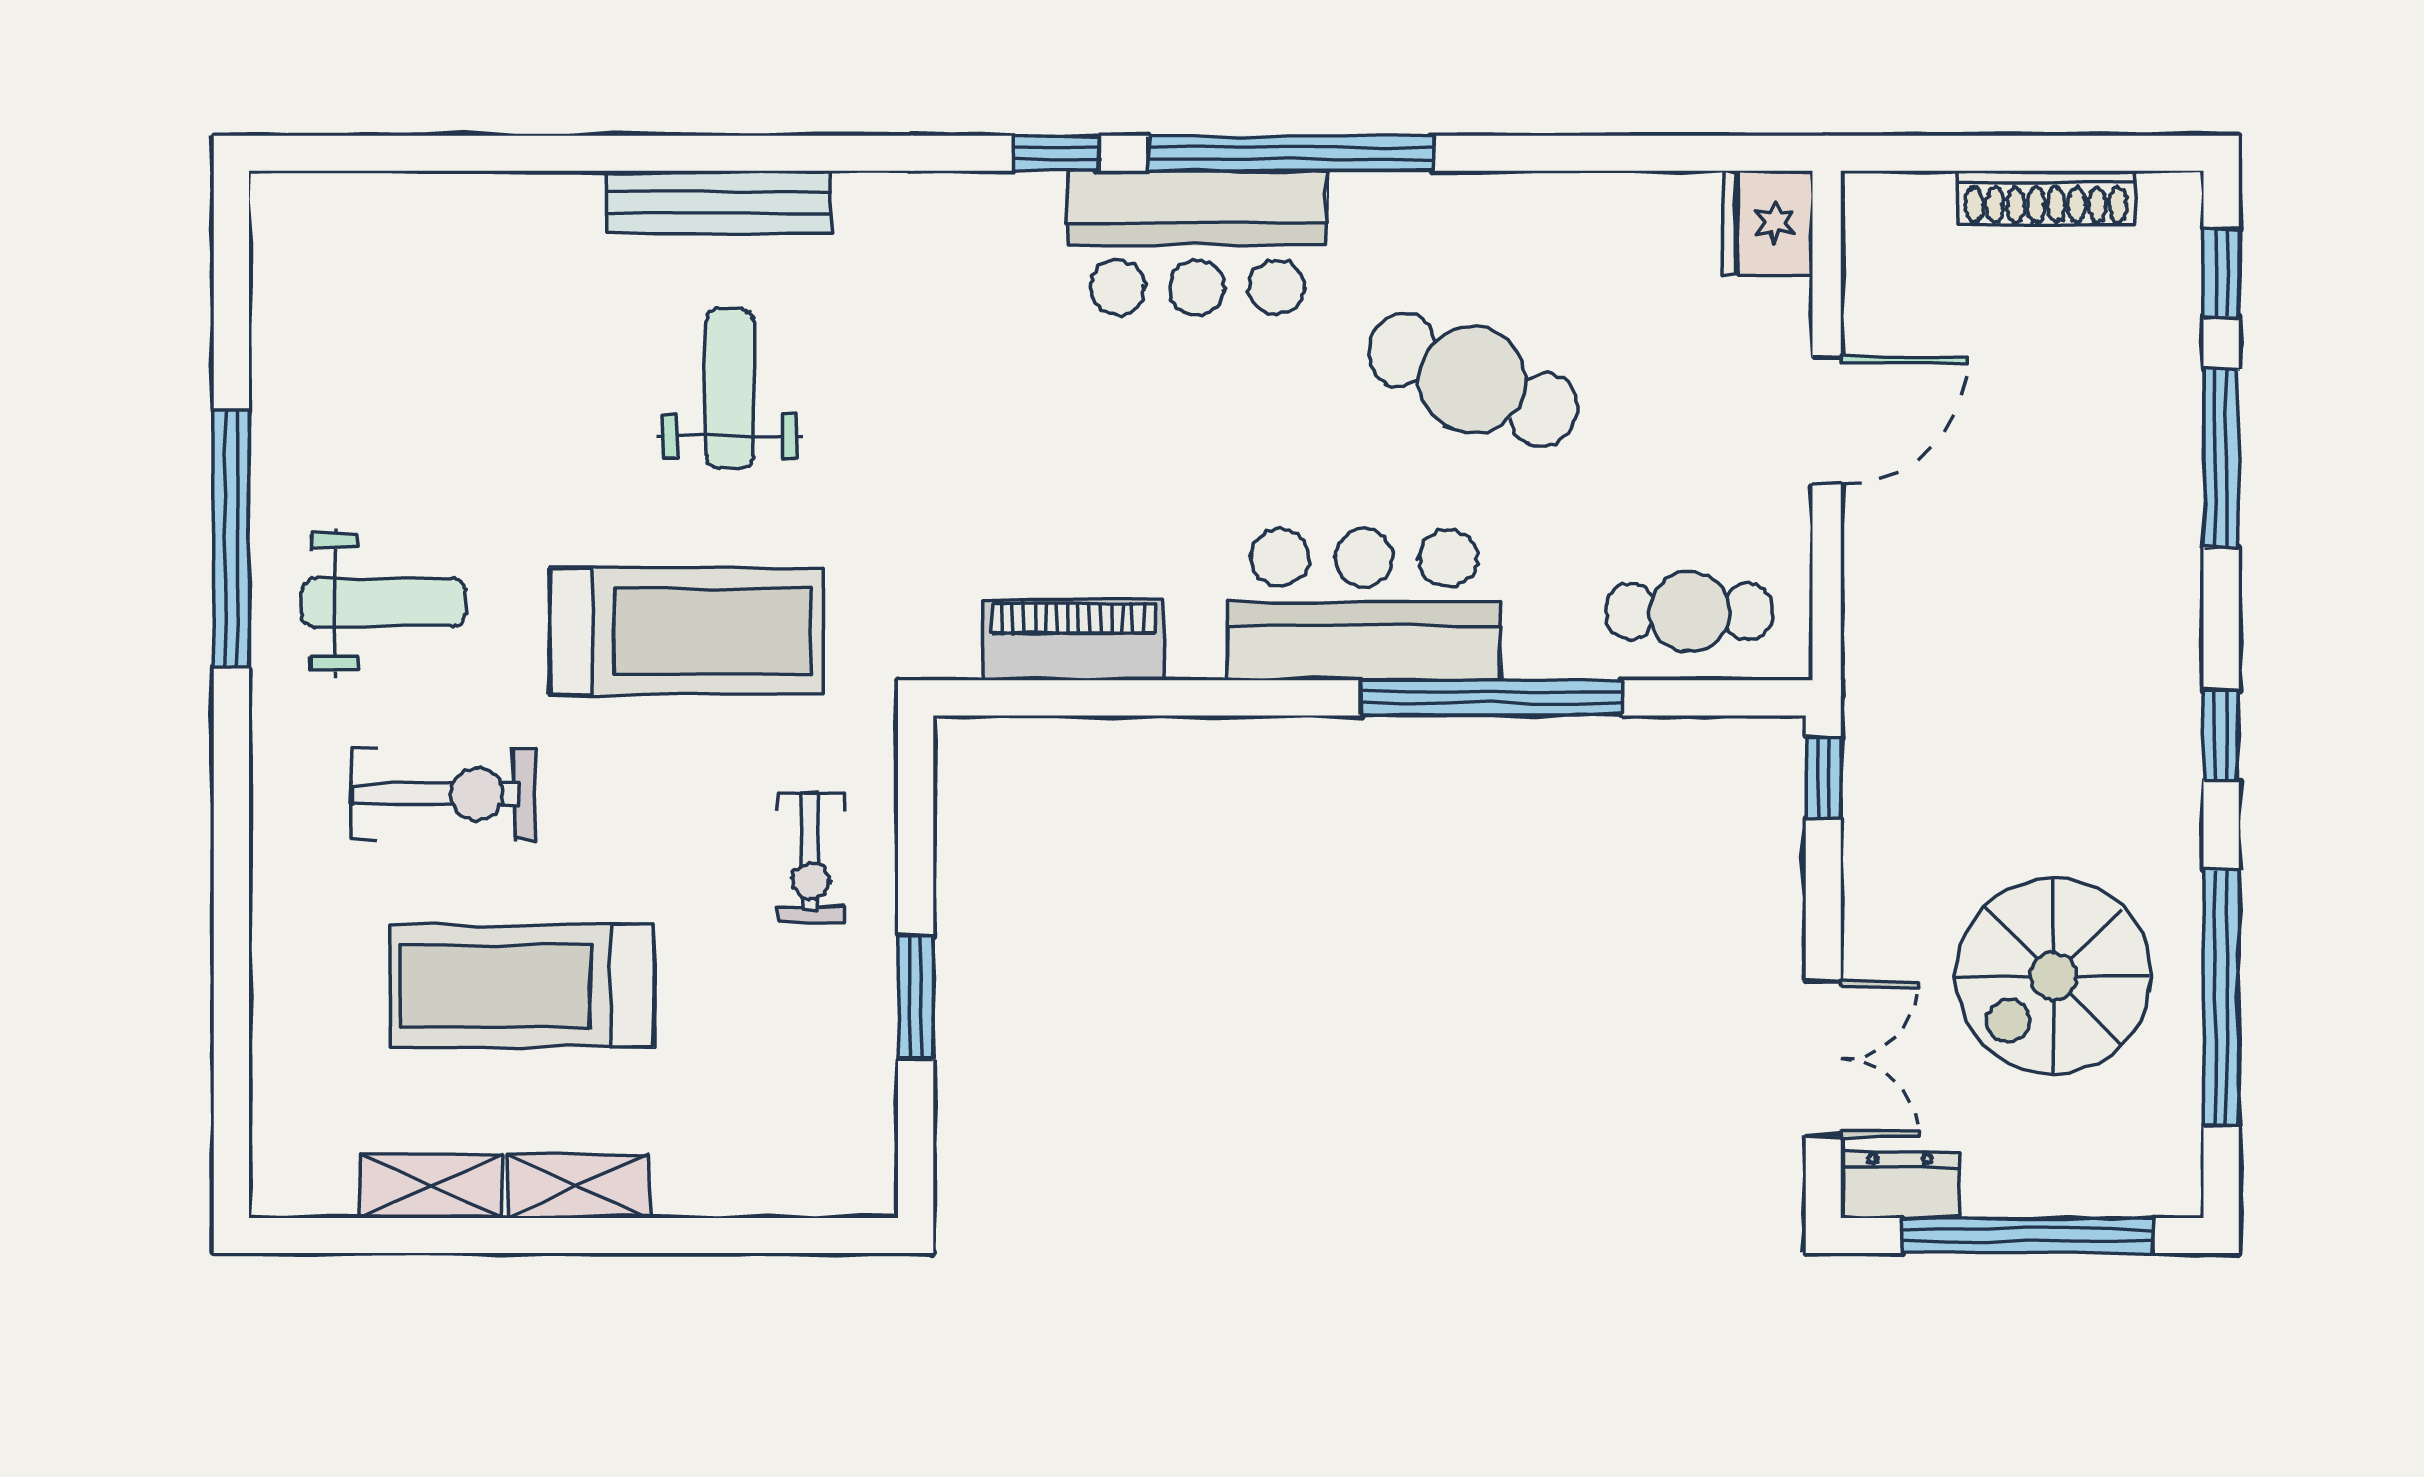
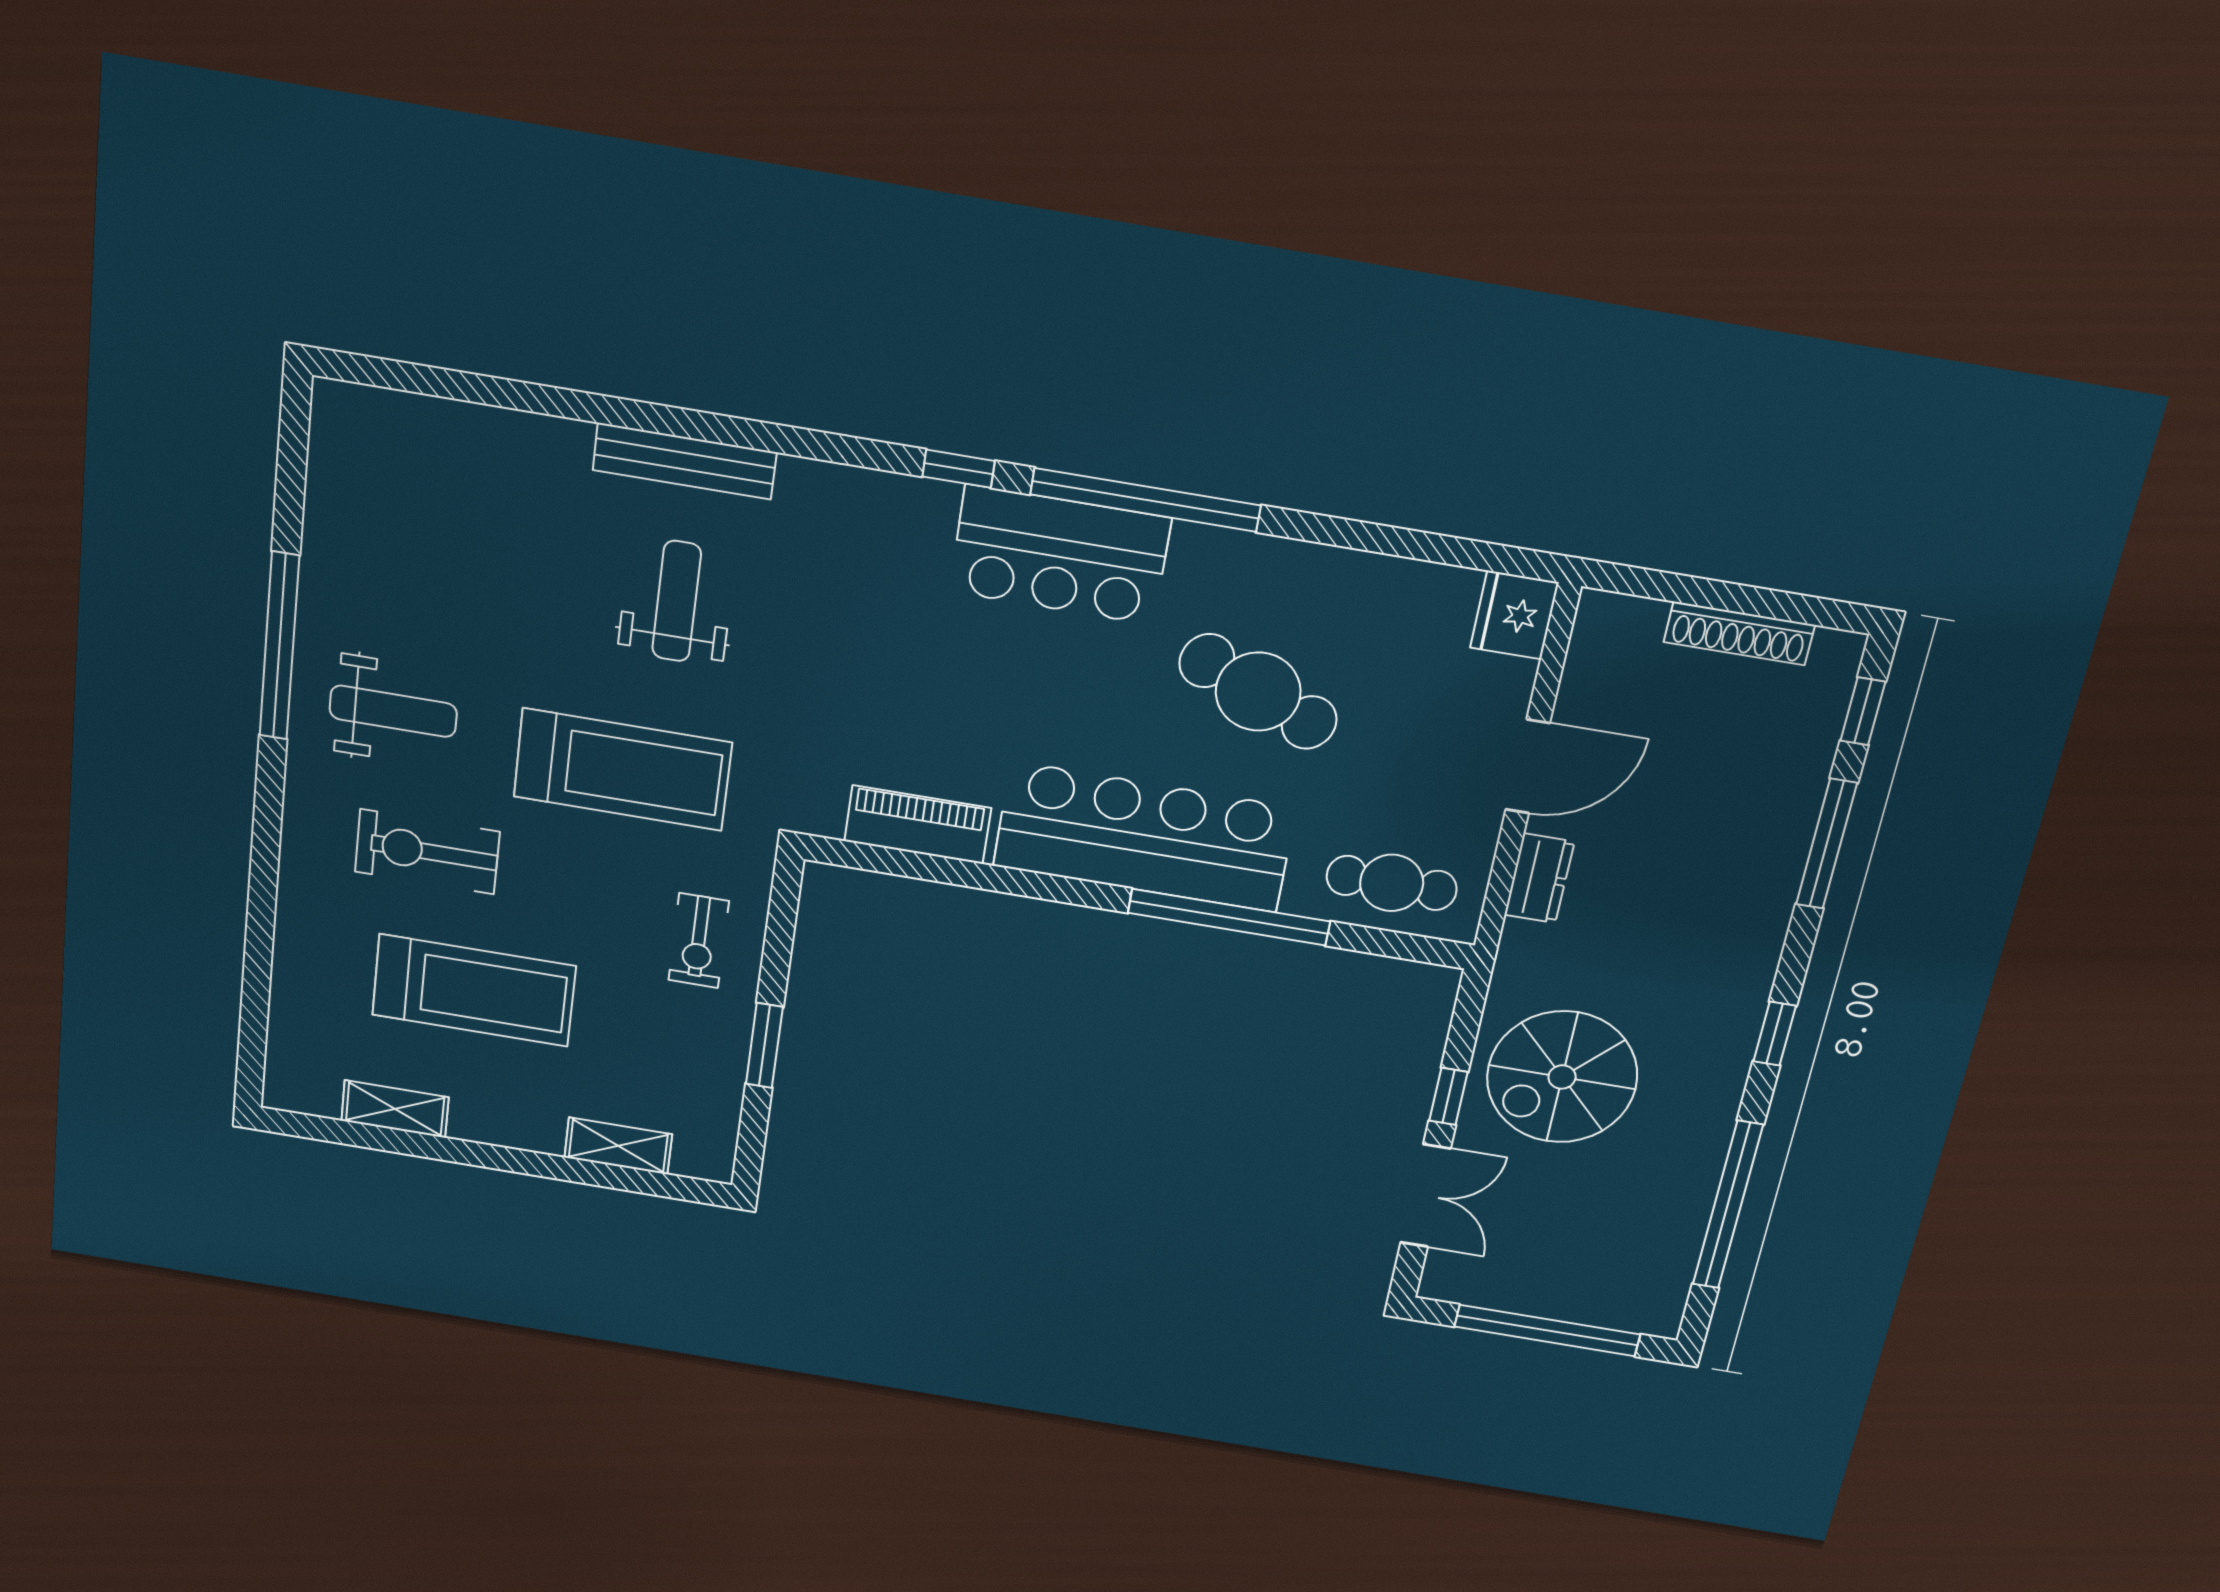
bar counter: (1364, 605) -> (1144, 837), width x1.36
window: (1823, 778) -> (1448, 1096), moved
exercise bike: (444, 794) -> (427, 852), turned 180
spiral stairs: (2053, 976) -> (1562, 1077), moved
treadmill: (522, 986) -> (474, 990), turned 180
dresser: (1900, 1185) -> (1539, 878), moved, turned 90
shelving: (578, 1186) -> (618, 1146), moved

